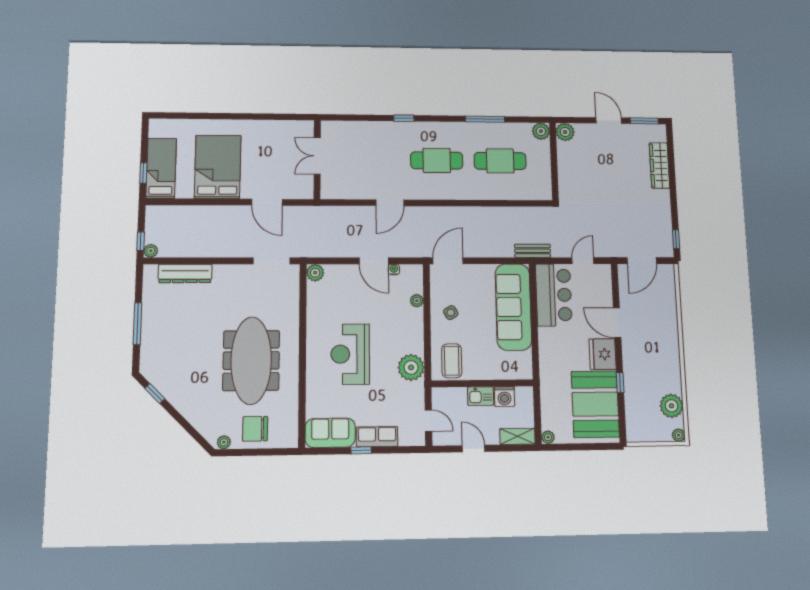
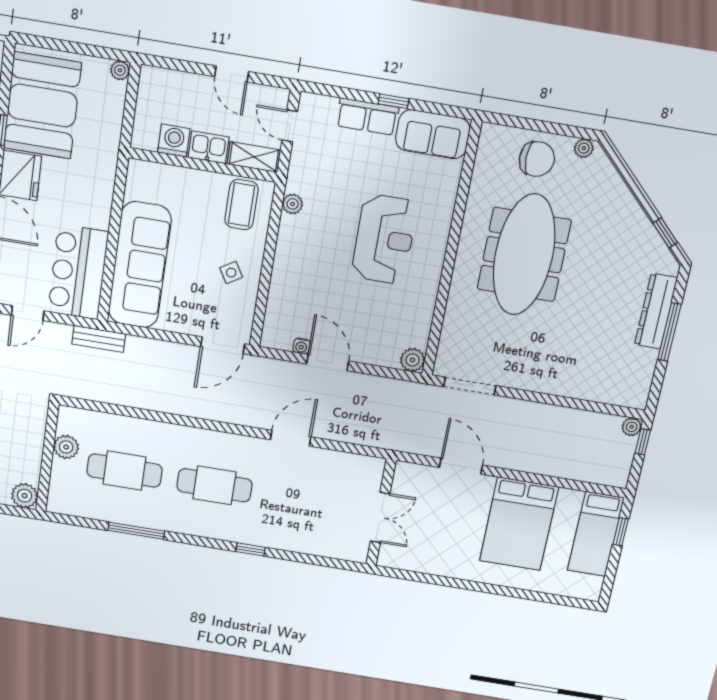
plant: (541, 131) -> (66, 447), moved
dresser: (185, 273) -> (656, 311), moved, turned -90
plant: (417, 301) -> (277, 297), removed
plant: (411, 367) -> (293, 204), width x0.53, depth x0.53
shelving: (517, 436) -> (254, 157), moved

